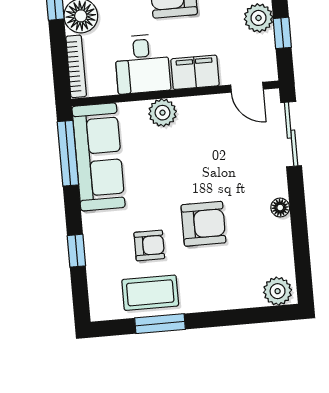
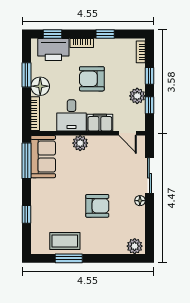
sliding door: (291, 134) -> (149, 176), moved
sofa: (99, 157) -> (43, 157), width x0.73
armchair: (149, 245) -> (67, 215), removed

